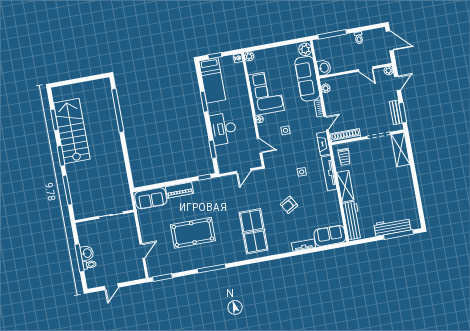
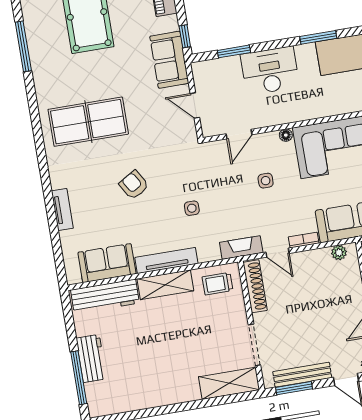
bench: (396, 112) -> (302, 375), width x1.36
tv unit: (329, 173) -> (166, 260), moved
sofa: (218, 186) -> (169, 60), added
workbench: (392, 227) -> (91, 358), width x0.73
sofa: (330, 236) -> (107, 263), moved, turned -90

